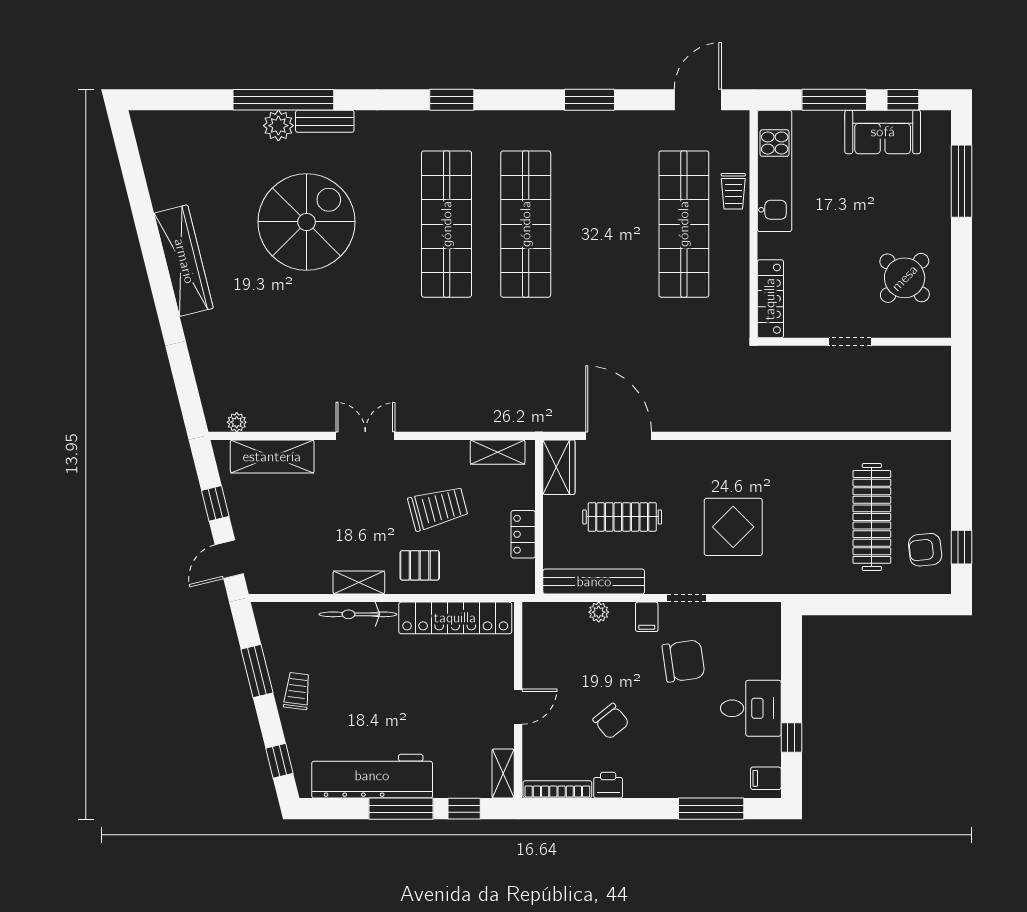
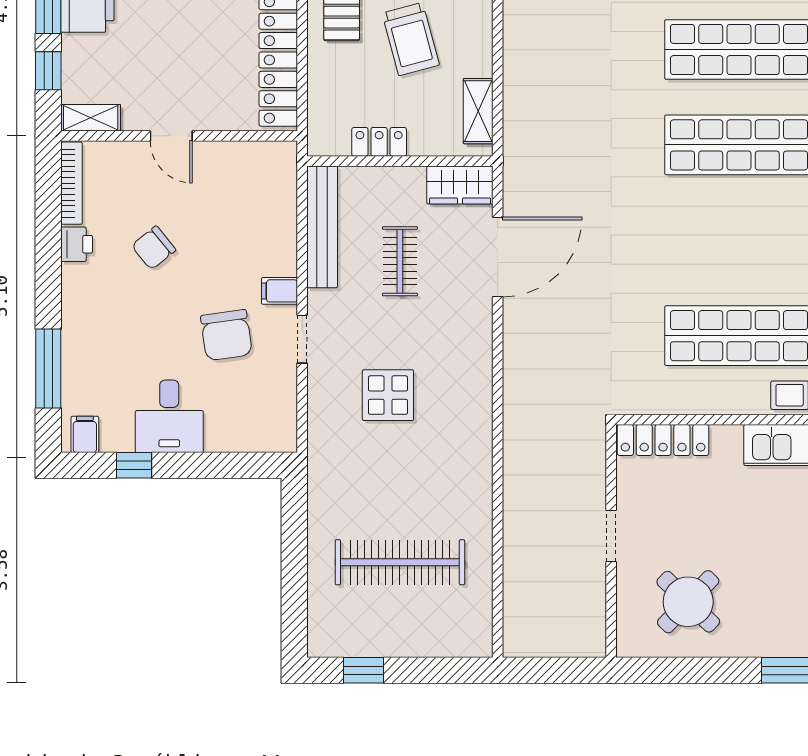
clothes rail: (622, 517) -> (400, 261), width x0.73
display table: (733, 527) -> (388, 395), width x0.73, depth x0.73
armchair: (925, 550) -> (360, 626), removed
plant: (599, 612) -> (285, 233), removed

